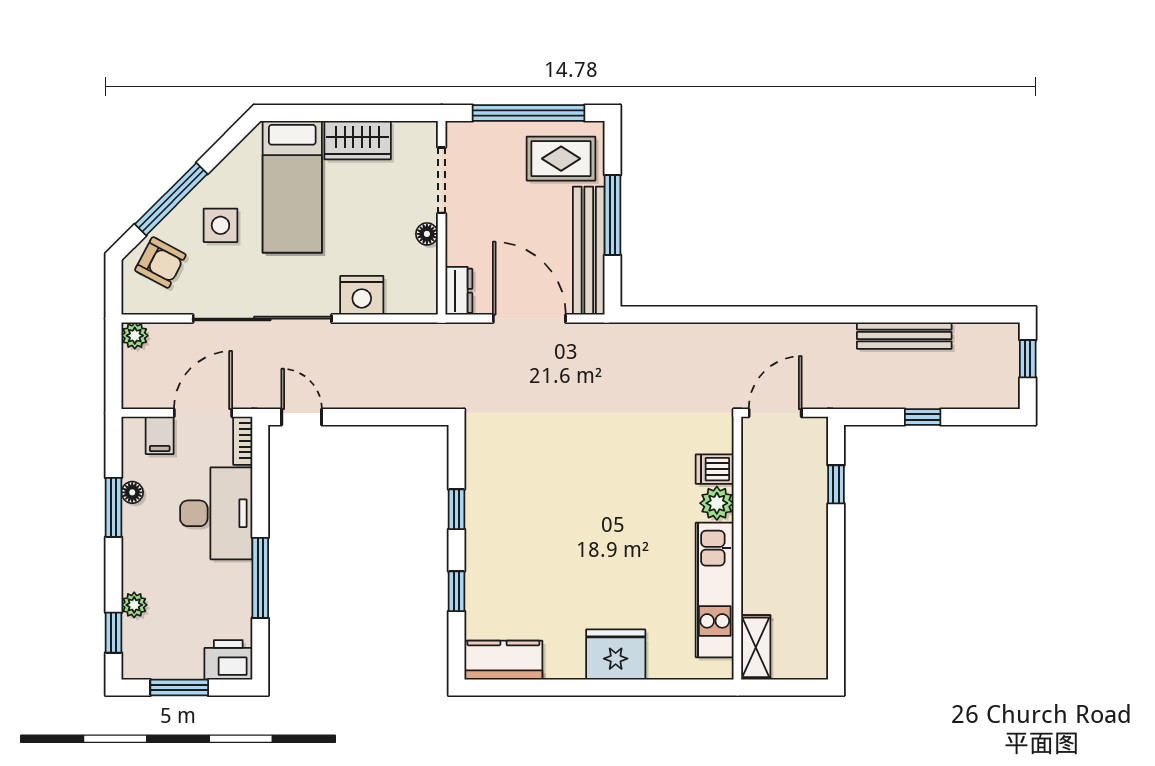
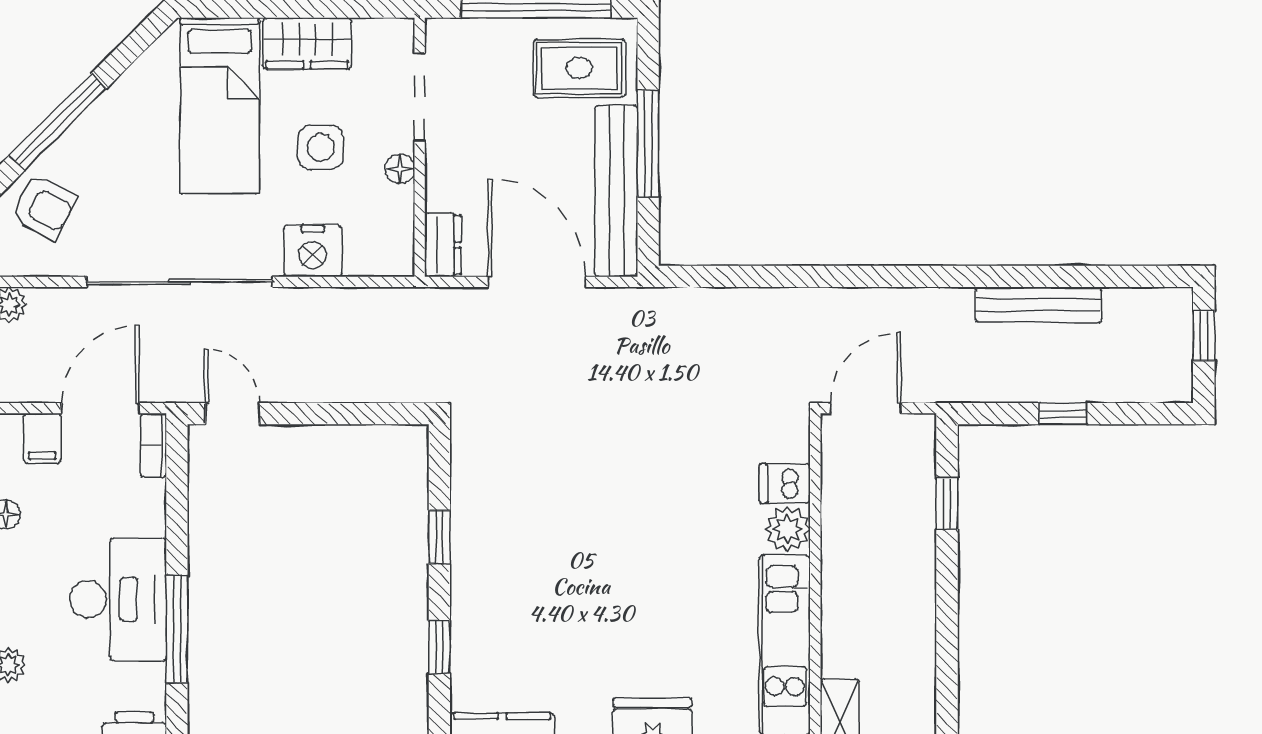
side table: (220, 225) -> (321, 147), moved
desk: (216, 513) -> (118, 599), moved

